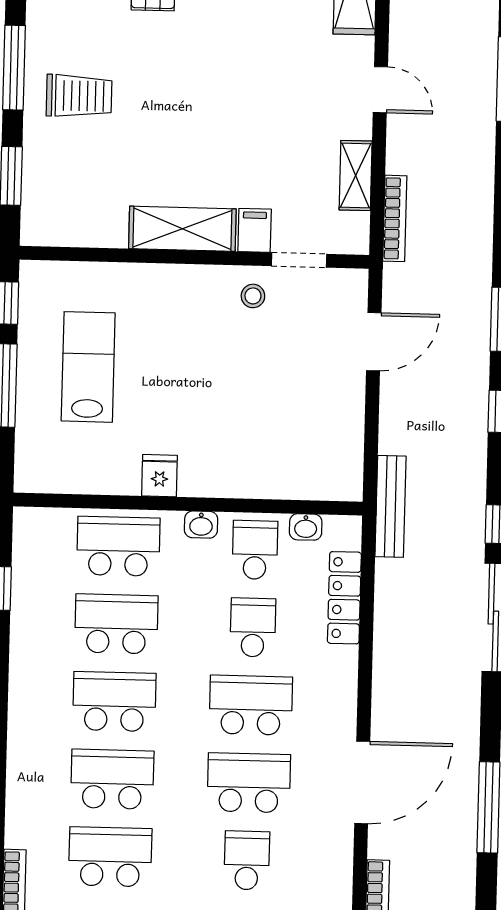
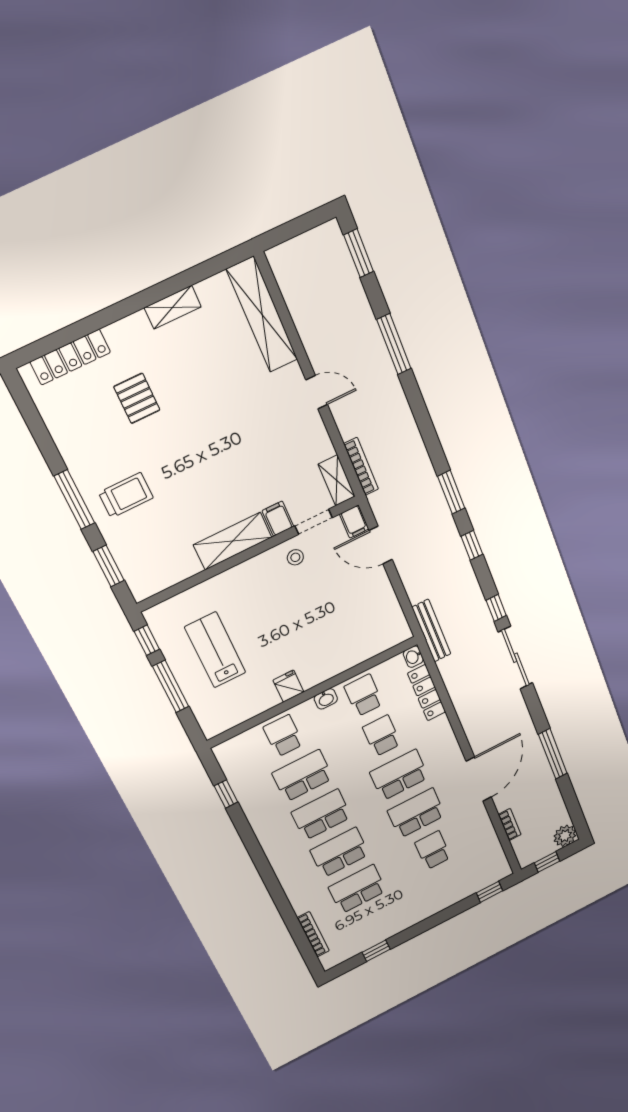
shelving: (356, 175) -> (337, 480), moved
filing cabinet: (353, 289) -> (354, 522), added
door: (374, 342) -> (381, 545), swing flipped
washbasin: (306, 527) -> (413, 657), moved, turned 90
school desk: (118, 546) -> (283, 736), width x0.54

